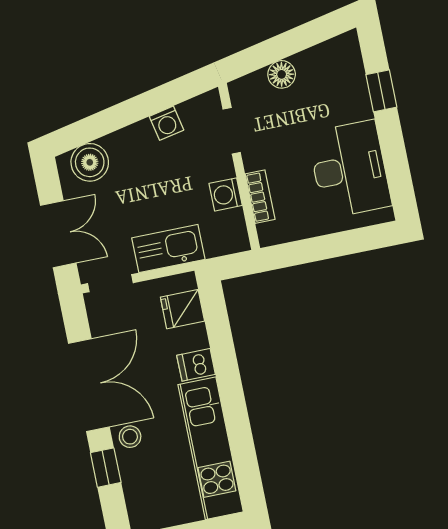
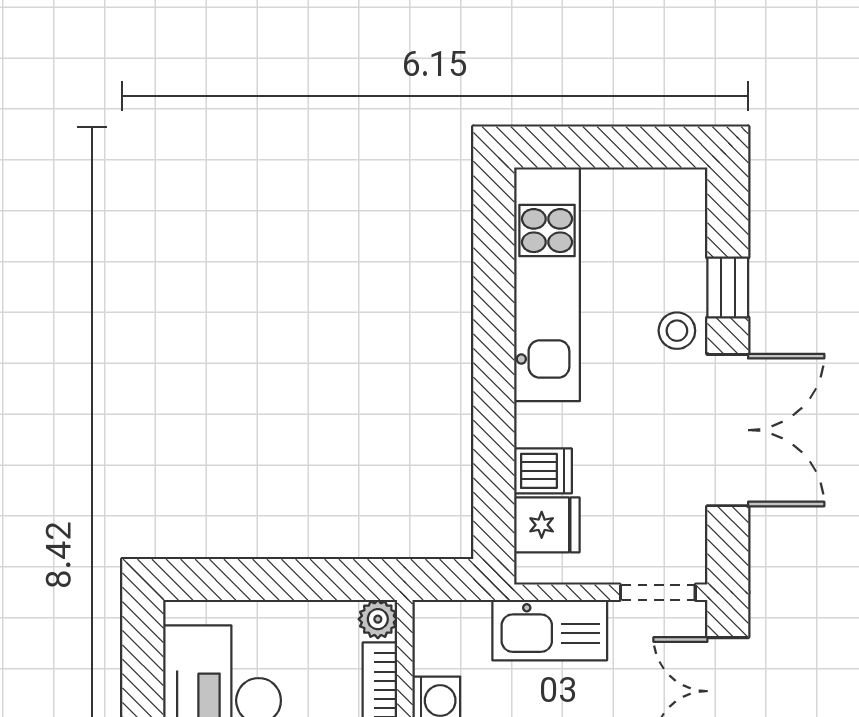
plant: (269, 235) -> (378, 619), added
dishwasher: (196, 365) -> (543, 471), moved
double door: (89, 385) -> (728, 430), swing flipped

